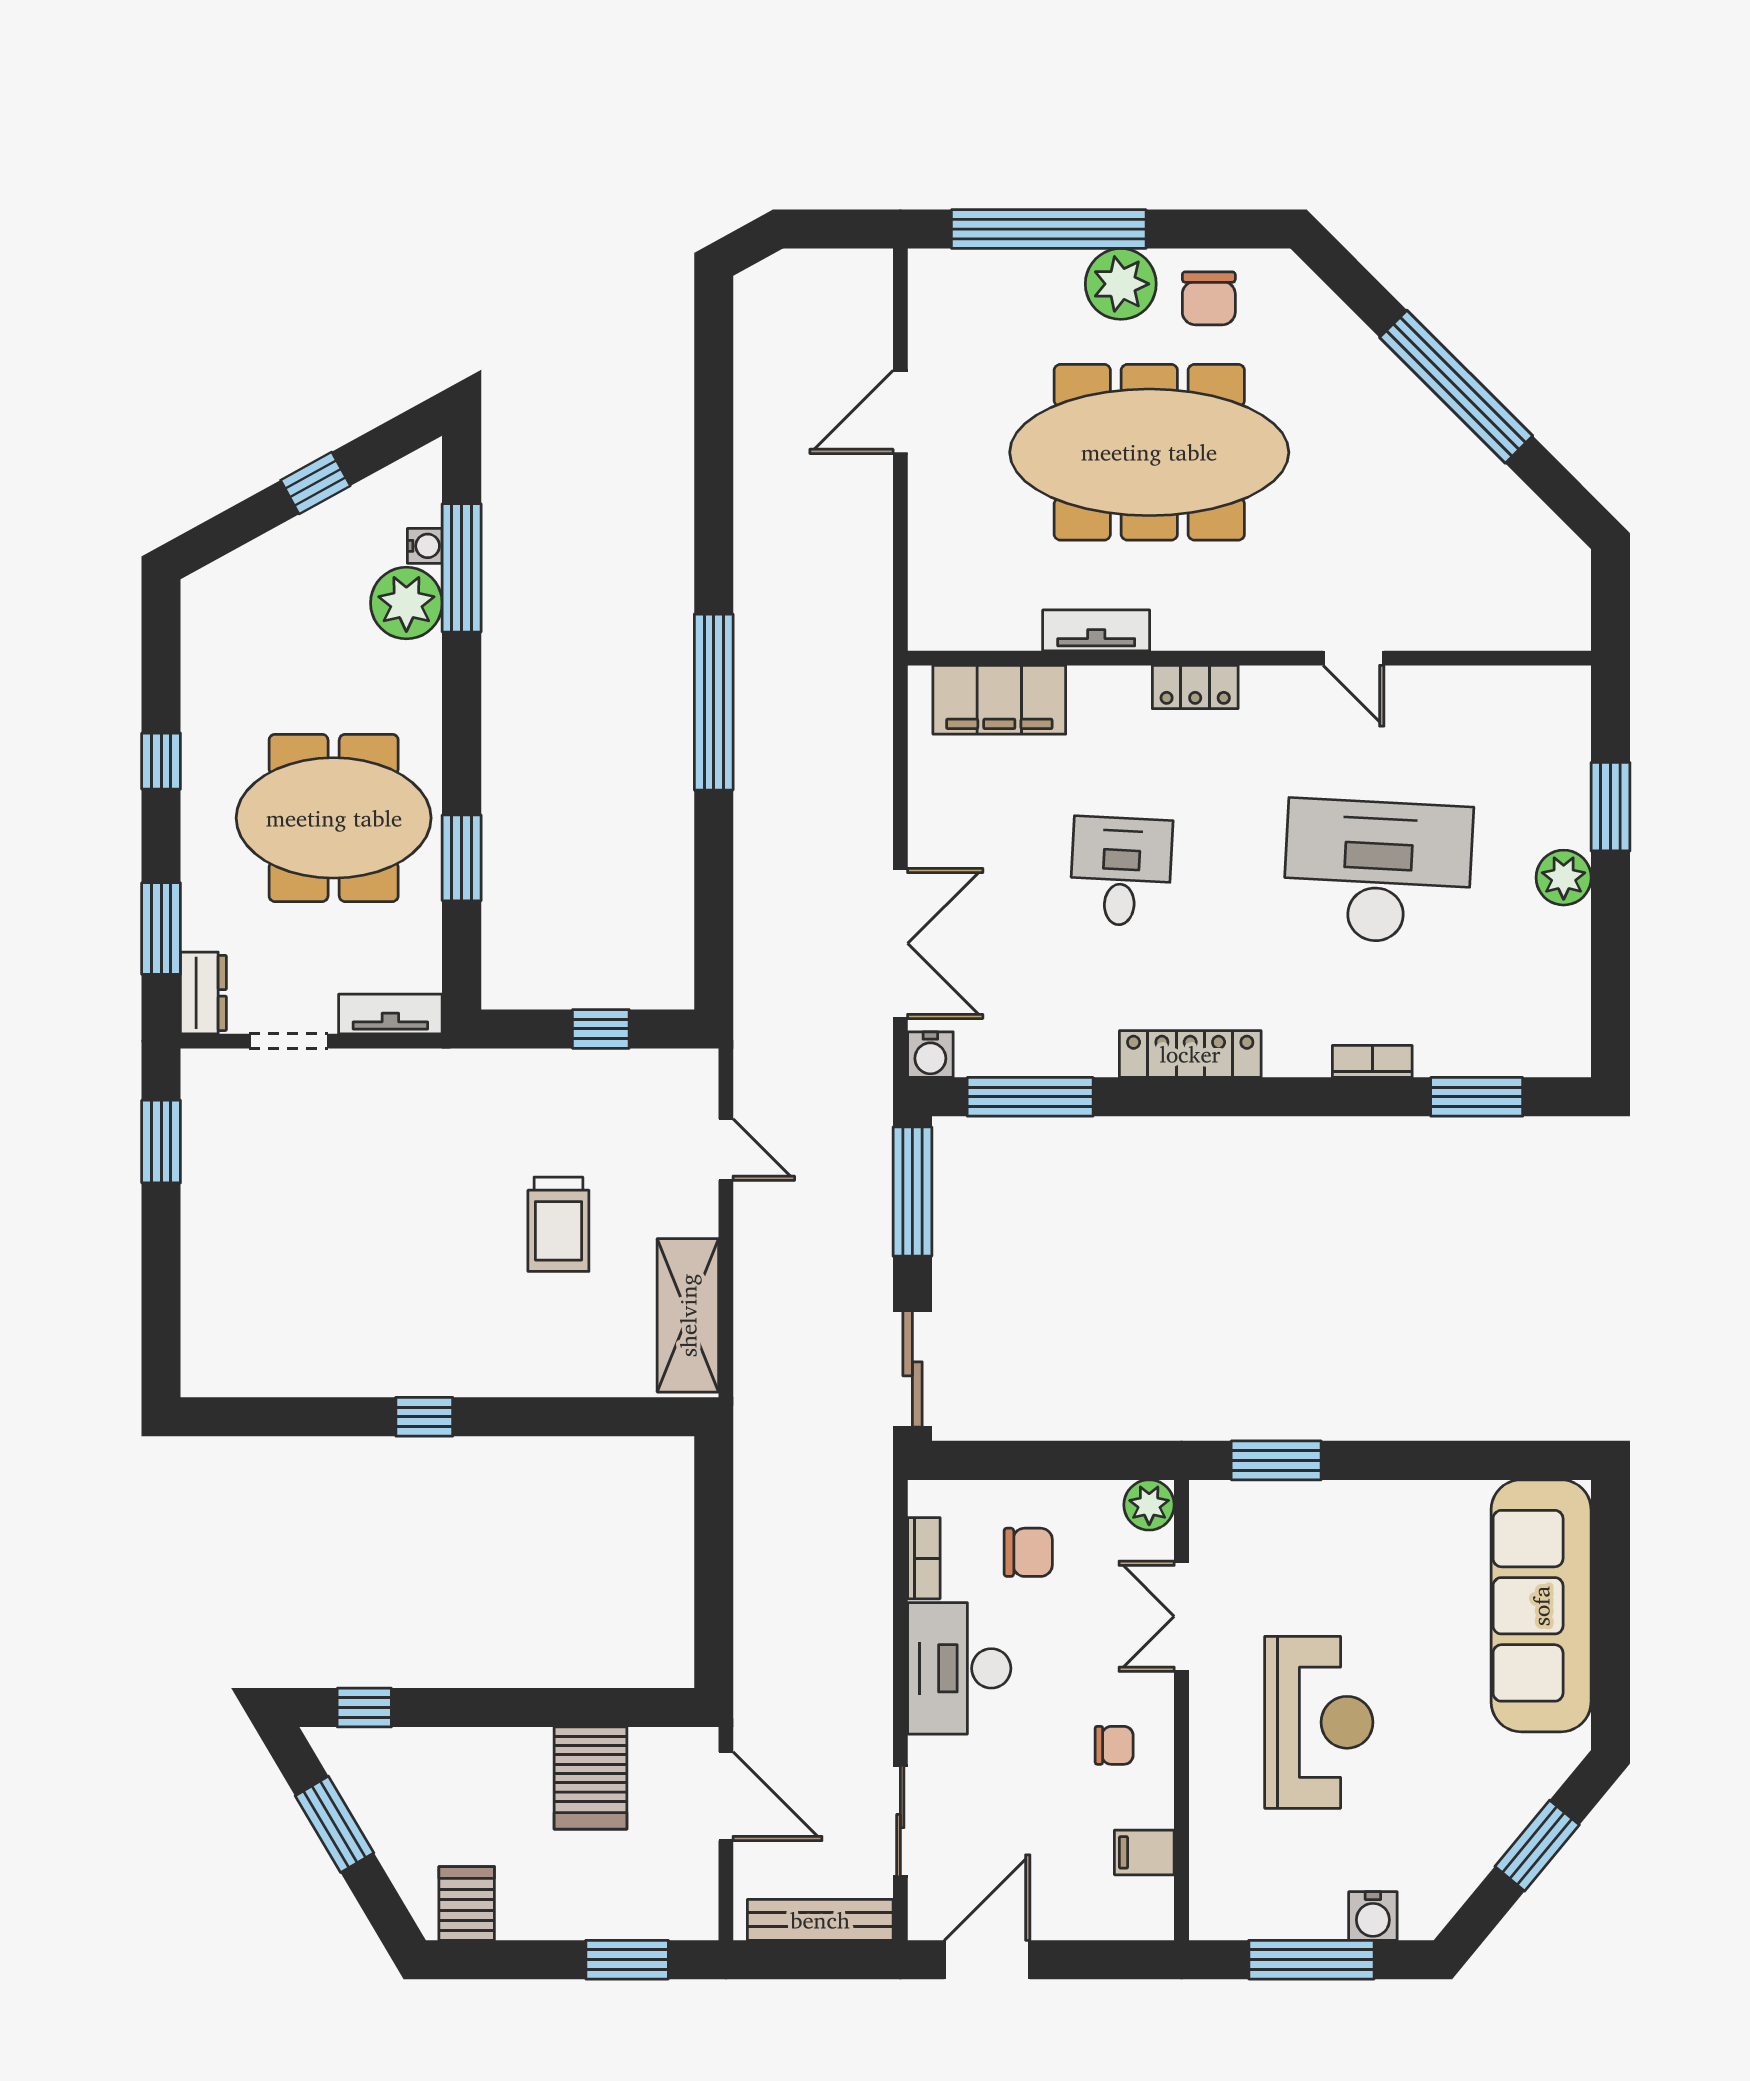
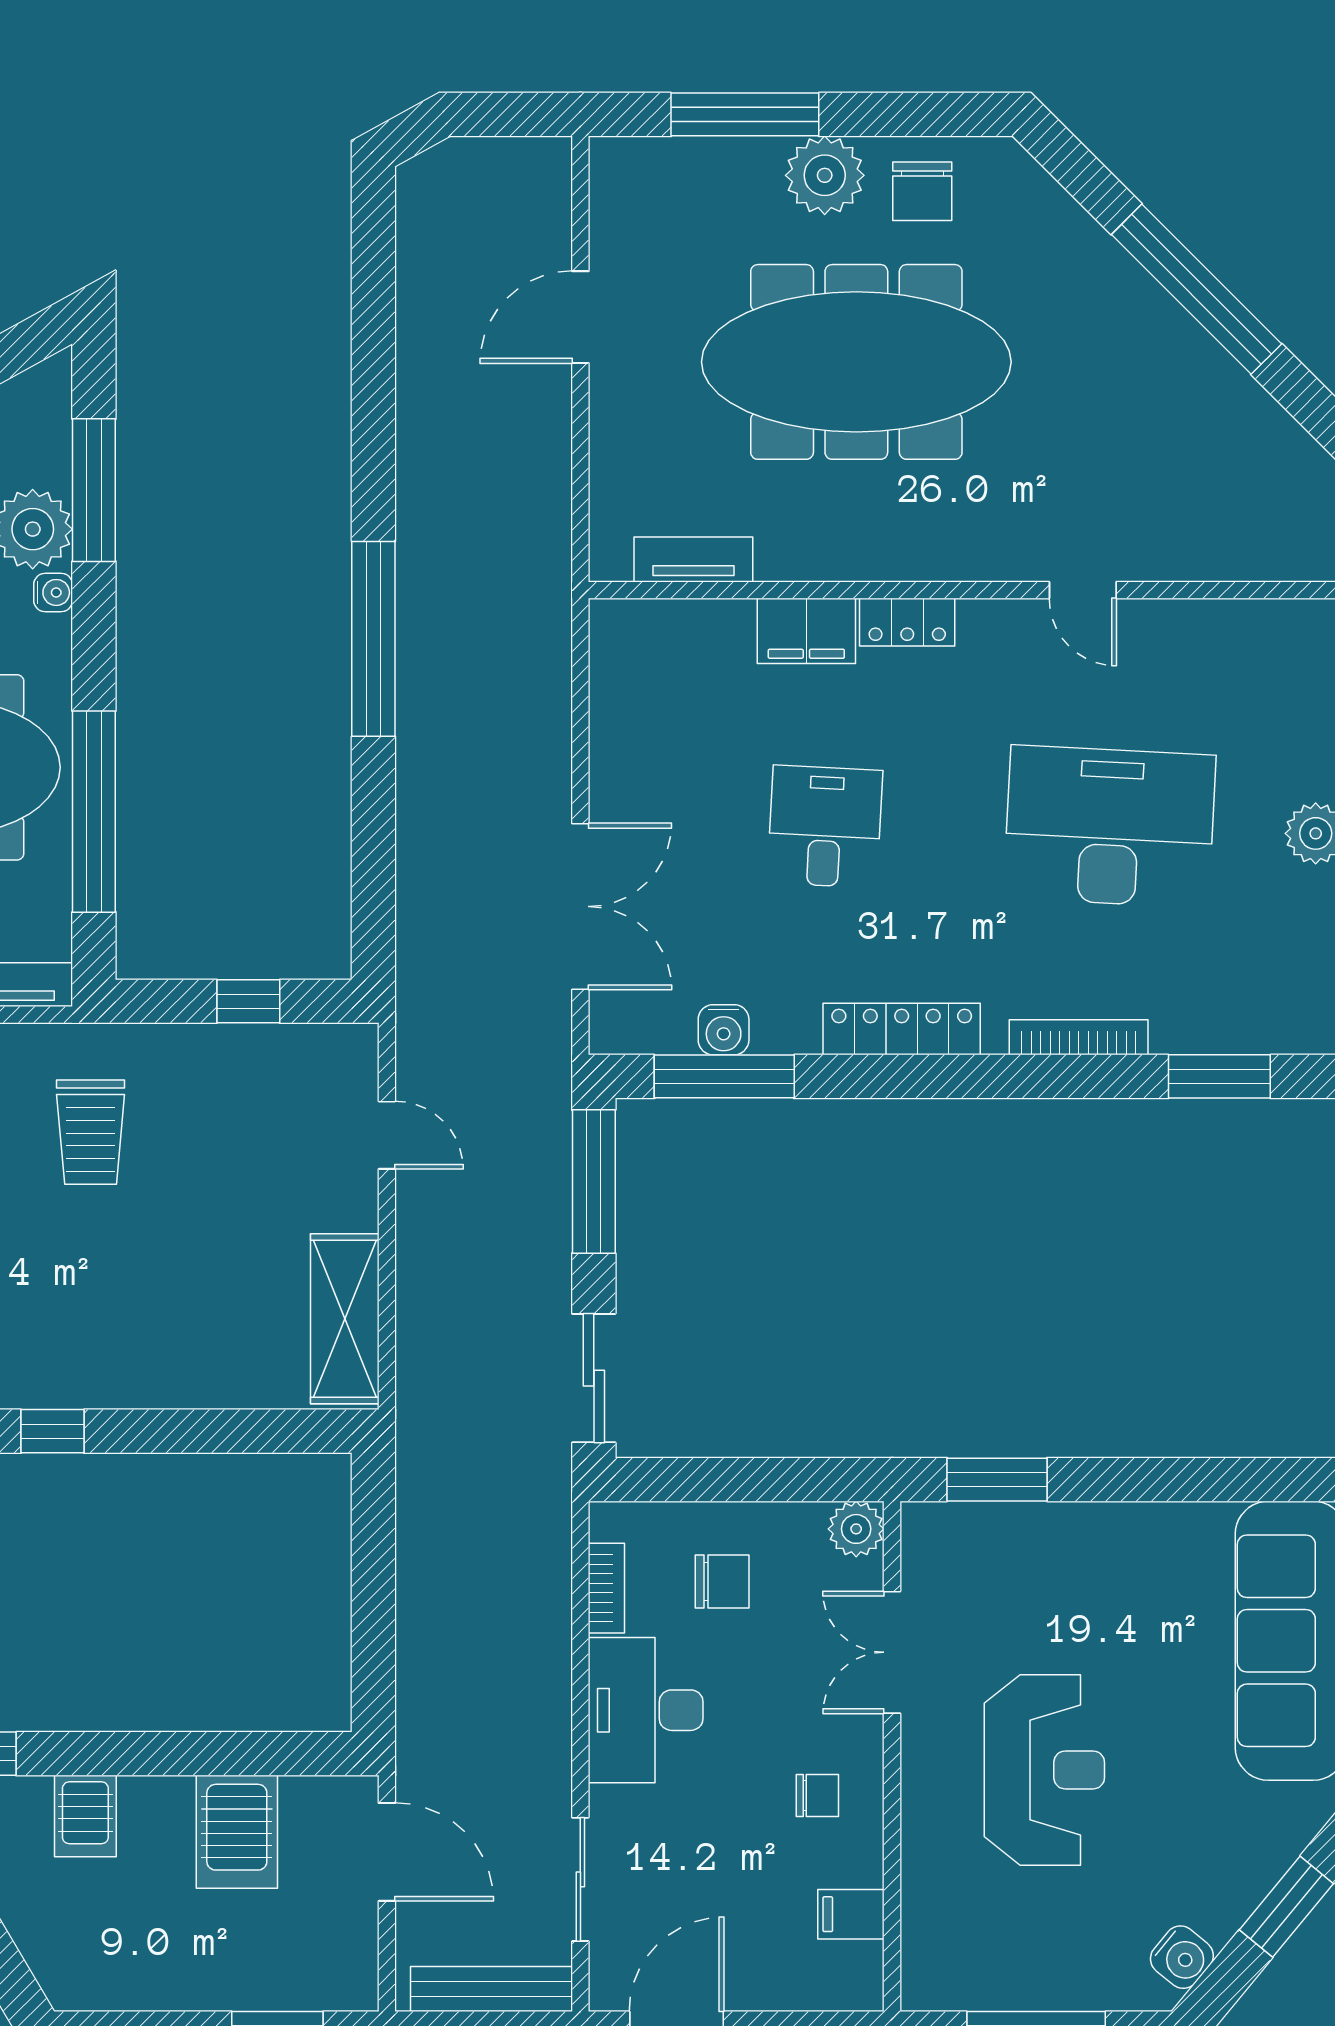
window: (1049, 229) -> (745, 114), width x0.68
water cooler: (425, 546) -> (53, 592), moved
tv unit: (1096, 630) -> (693, 559), moved
filing cabinet: (999, 700) -> (806, 631), moved, width x0.67, depth x0.86
window: (462, 858) -> (94, 812), width x2.11
water cooler: (930, 1055) -> (724, 1030), moved
bookcase: (1372, 1061) -> (1079, 1037), width x1.56
trolley: (558, 1224) -> (91, 1132), moved
server rack: (467, 1903) -> (85, 1816), moved, turned 180
water cooler: (1373, 1916) -> (1182, 1957), moved, turned -50

